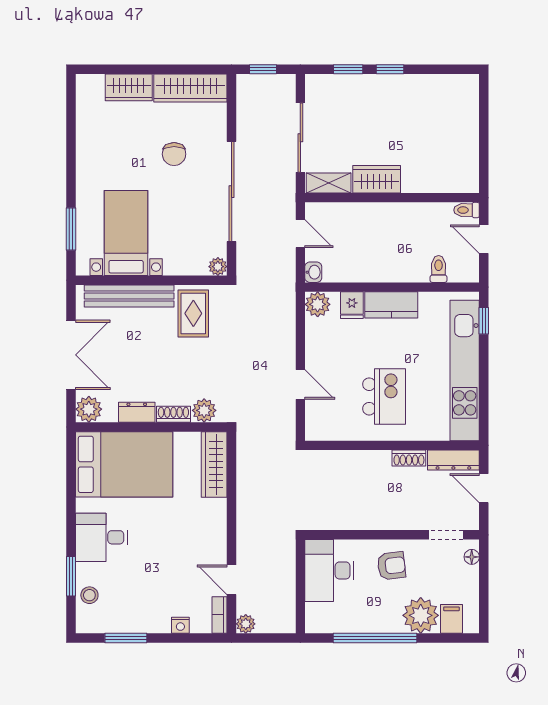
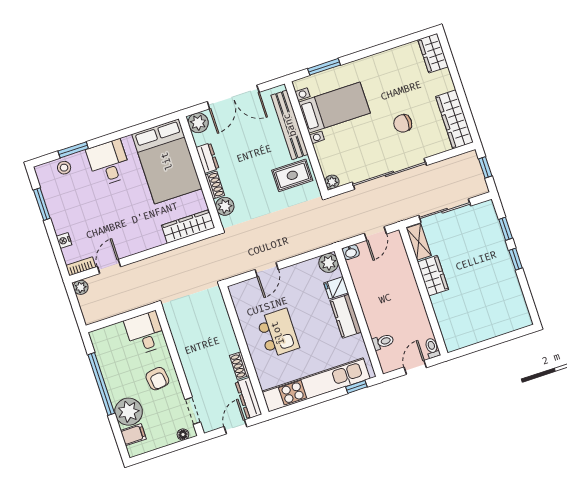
wardrobe: (129, 87) -> (433, 53), moved
kitchen island: (384, 396) -> (278, 333), turned -90
desk: (329, 570) -> (145, 333), width x0.73

